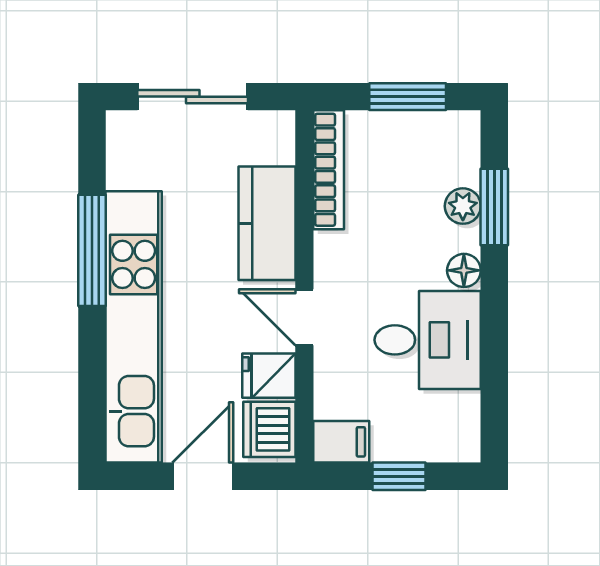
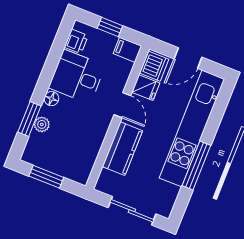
bookcase: (329, 170) -> (89, 160), removed
printer: (460, 416) -> (76, 41), added

